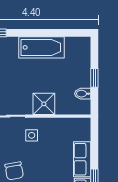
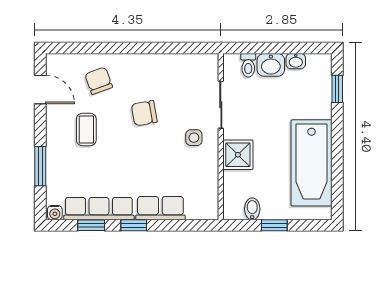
bathtub: (41, 47) -> (311, 163), width x1.36, depth x1.36

